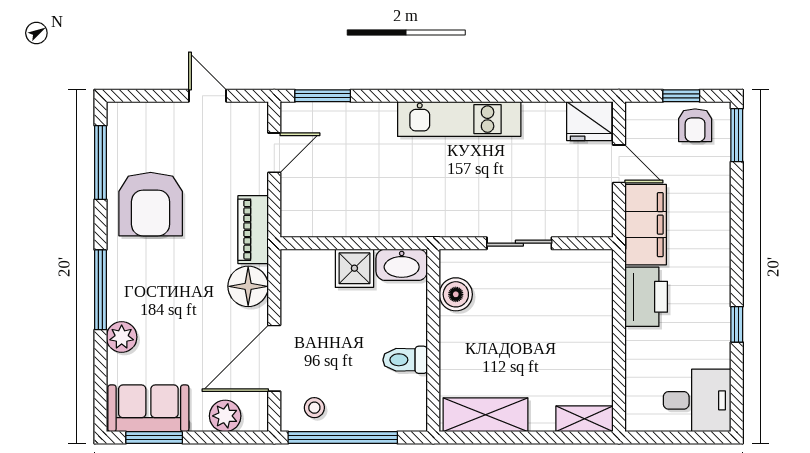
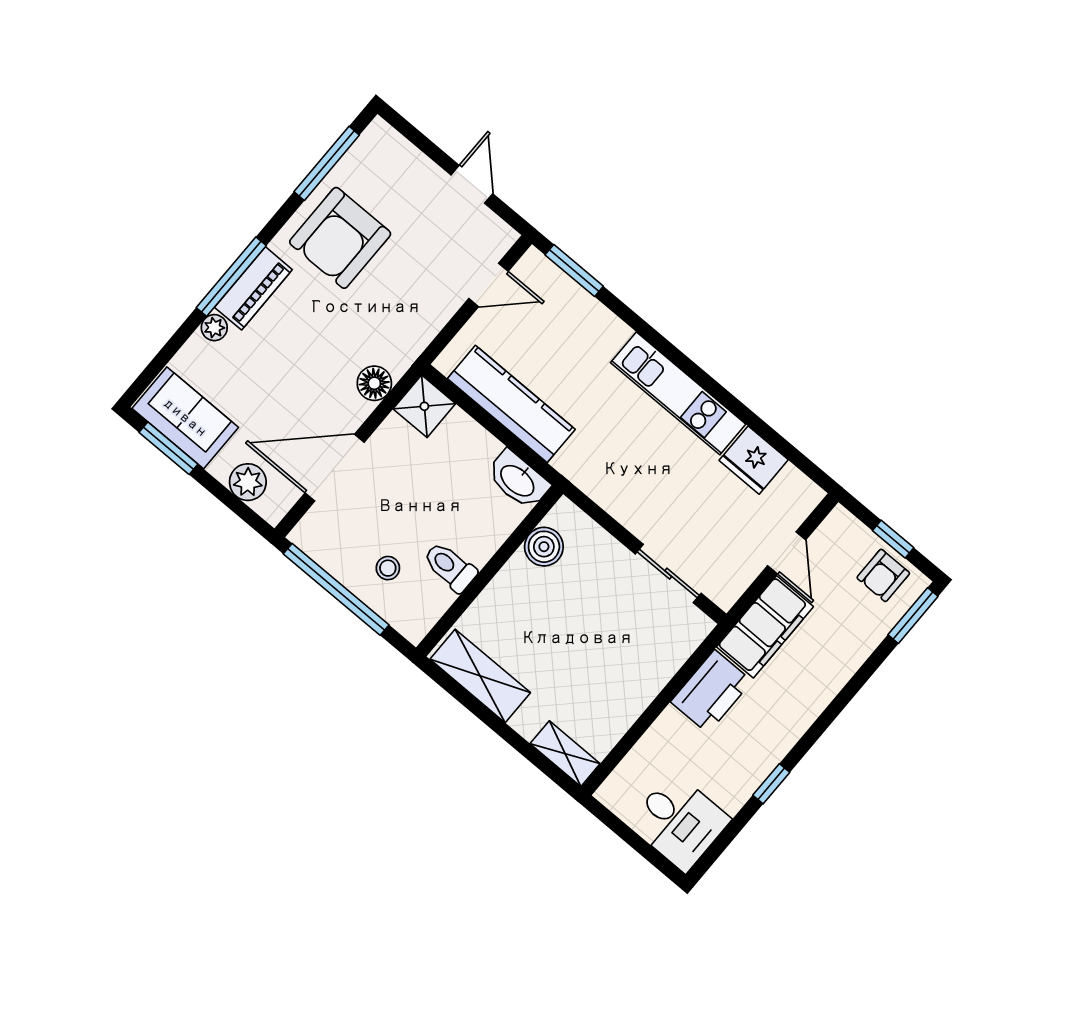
fridge: (589, 121) -> (754, 460), moved
kitchen counter: (355, 219) -> (511, 404), added
piano: (253, 230) -> (253, 288), moved, turned 180
sliding door: (519, 243) -> (668, 574), moved
shower: (354, 268) -> (424, 406), moved
floor lamp: (248, 286) -> (374, 383), width x0.73, depth x0.73
plant: (122, 337) -> (214, 328), width x0.73, depth x0.73
stool: (314, 408) -> (388, 568), moved

